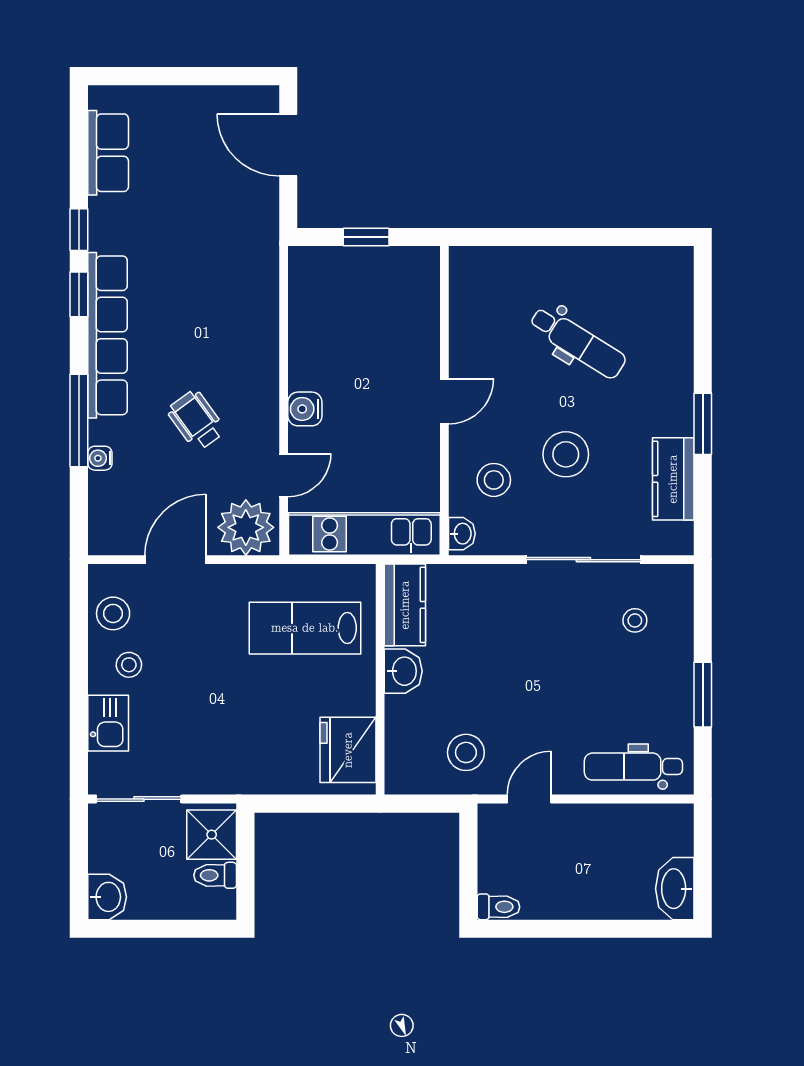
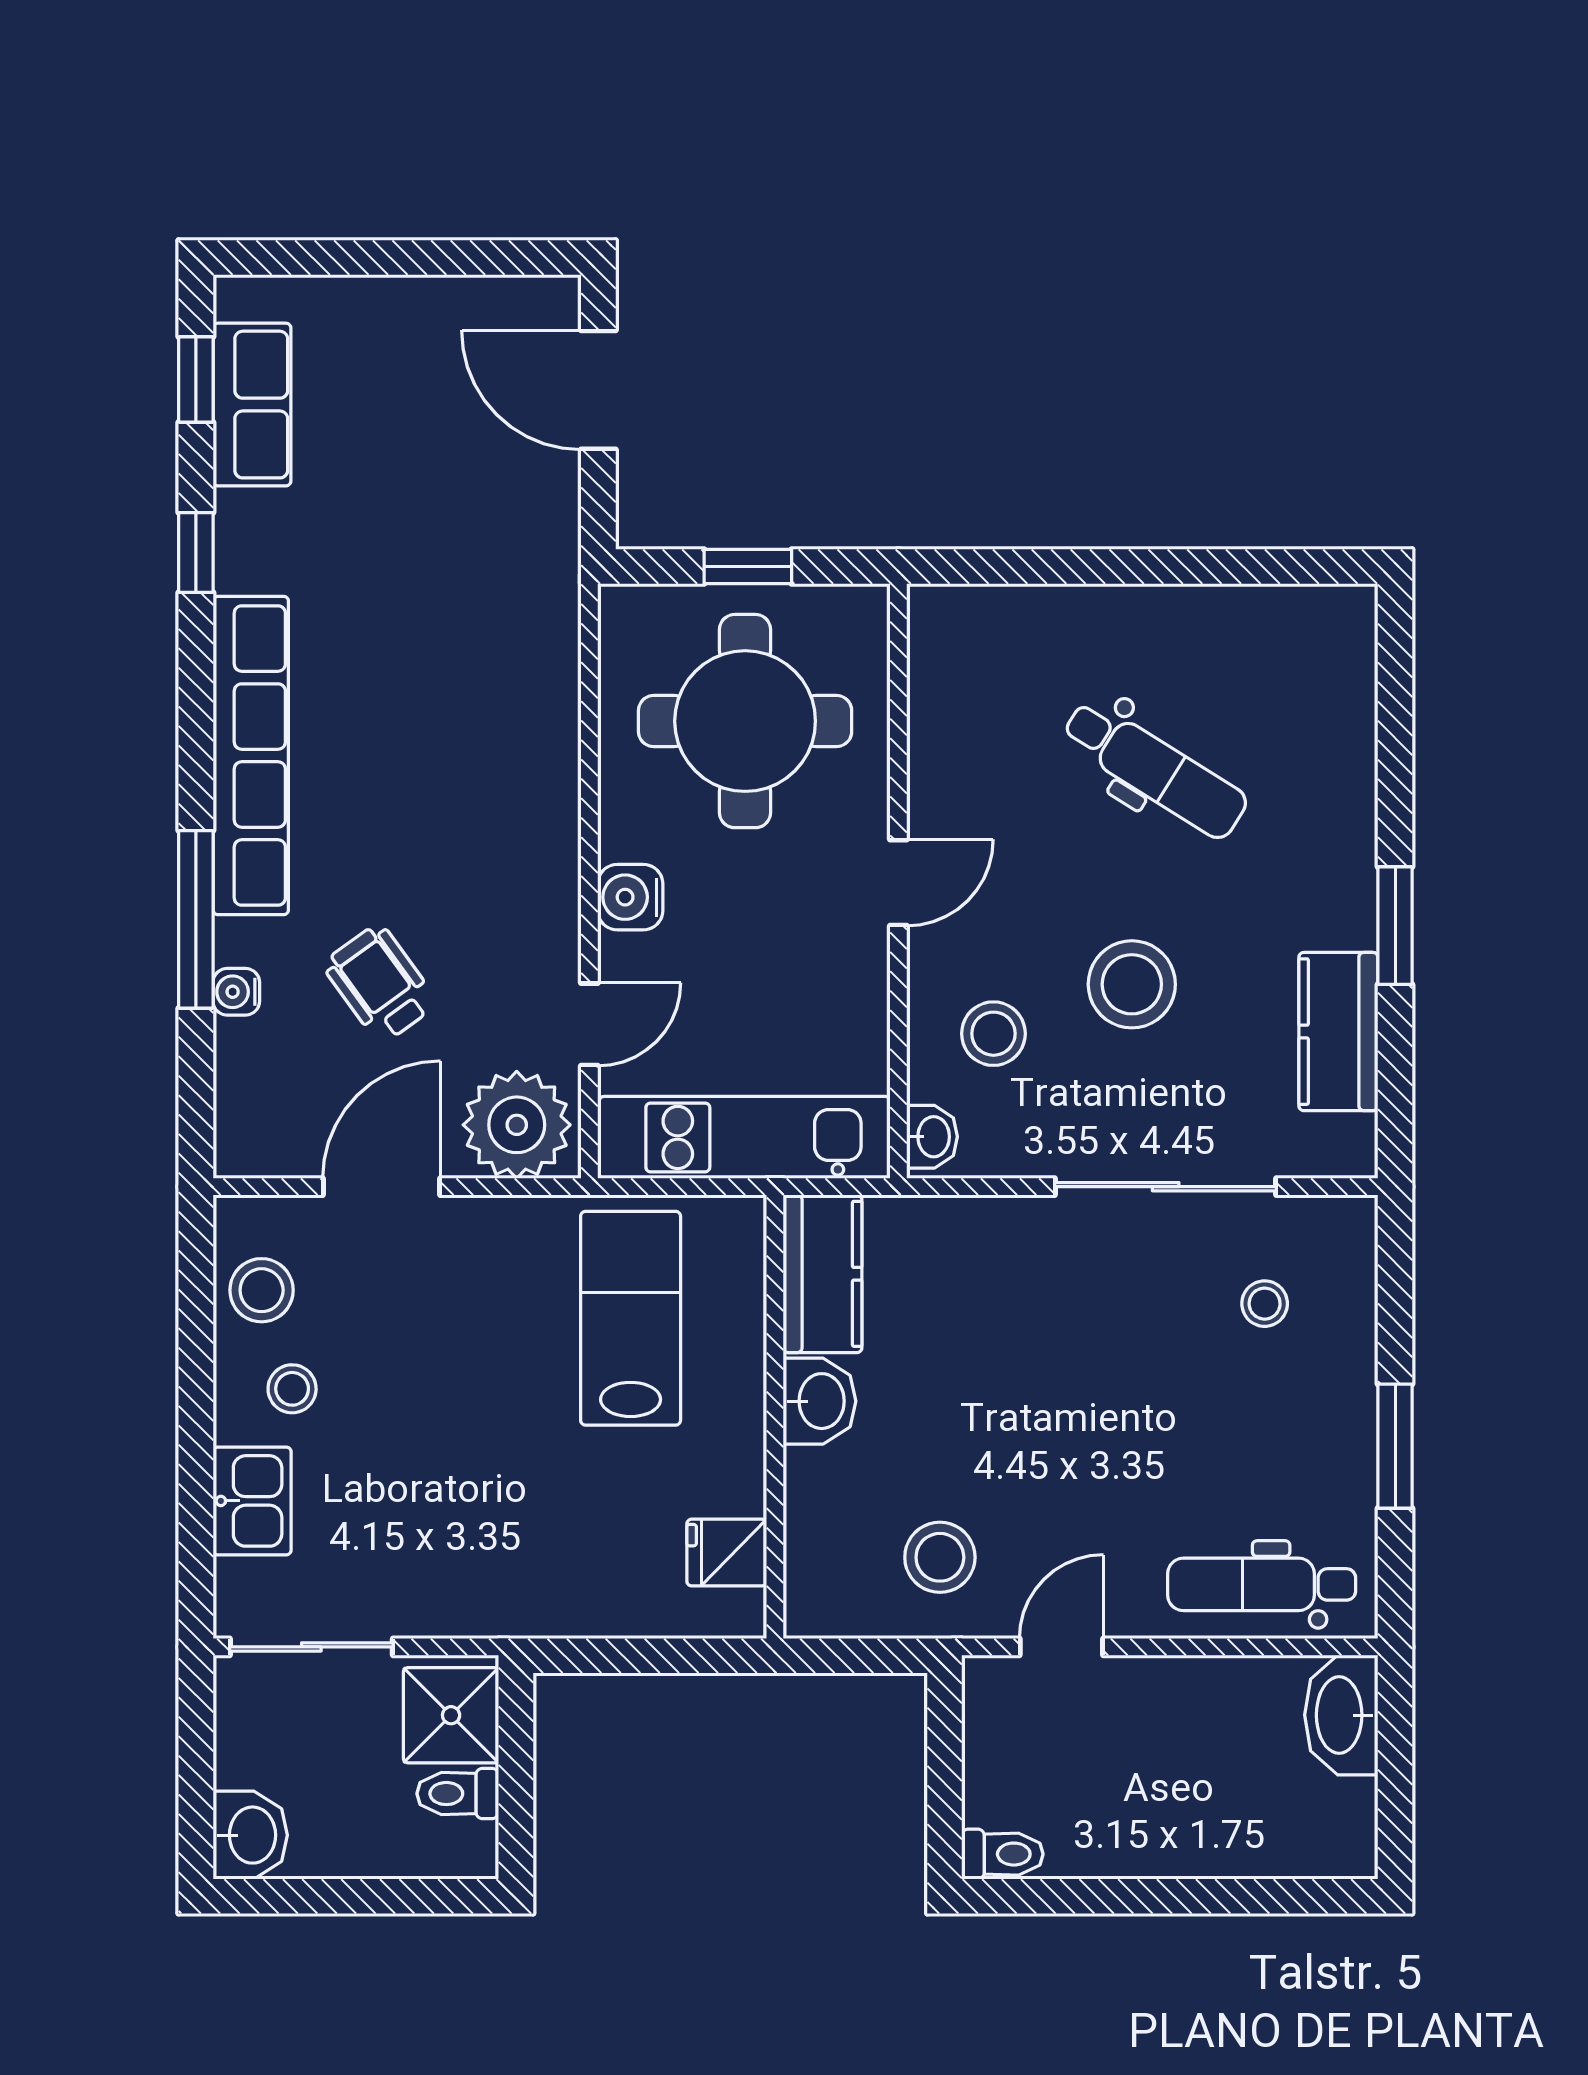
window: (79, 294) -> (196, 379), moved
round table: (365, 317) -> (745, 721), added
wheelchair: (196, 420) -> (380, 984), moved
lab bench: (305, 628) -> (631, 1318), turned 90
fridge: (348, 750) -> (727, 1553), width x0.53, depth x0.75
washbasin: (675, 889) -> (1341, 1715), moved

